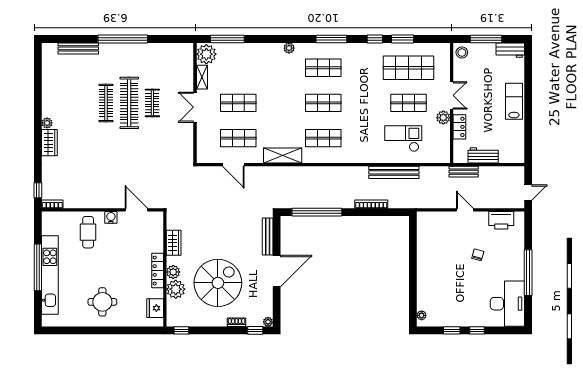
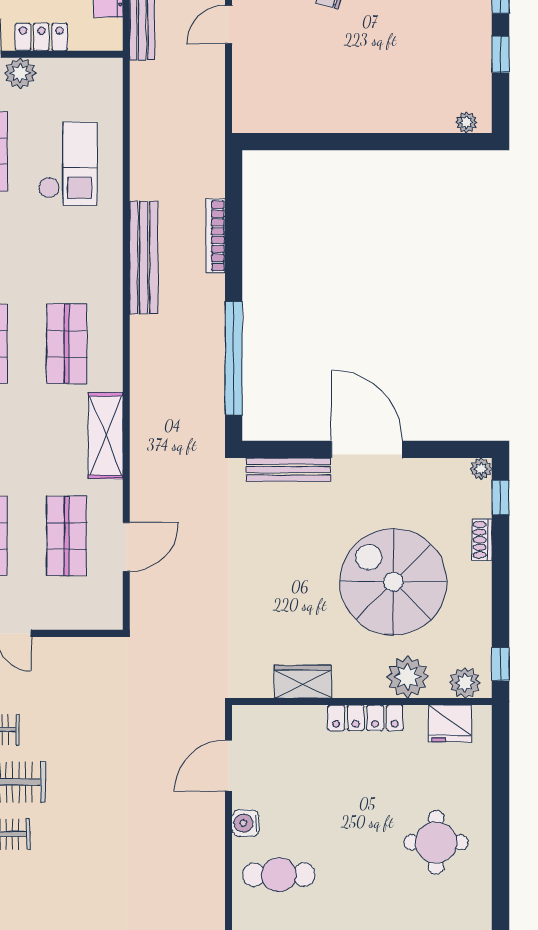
checkout: (403, 139) -> (68, 164), turned 180
bench: (394, 172) -> (144, 258), moved
plant: (173, 272) -> (465, 683), moved

